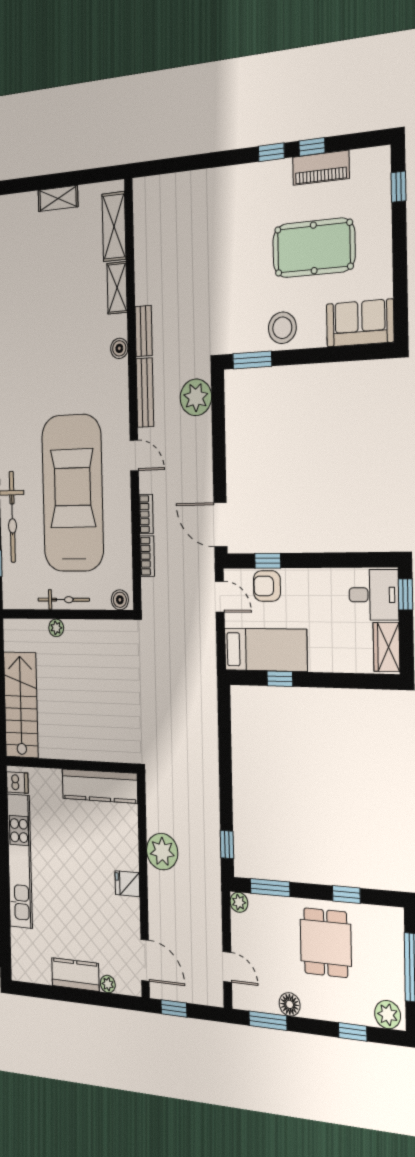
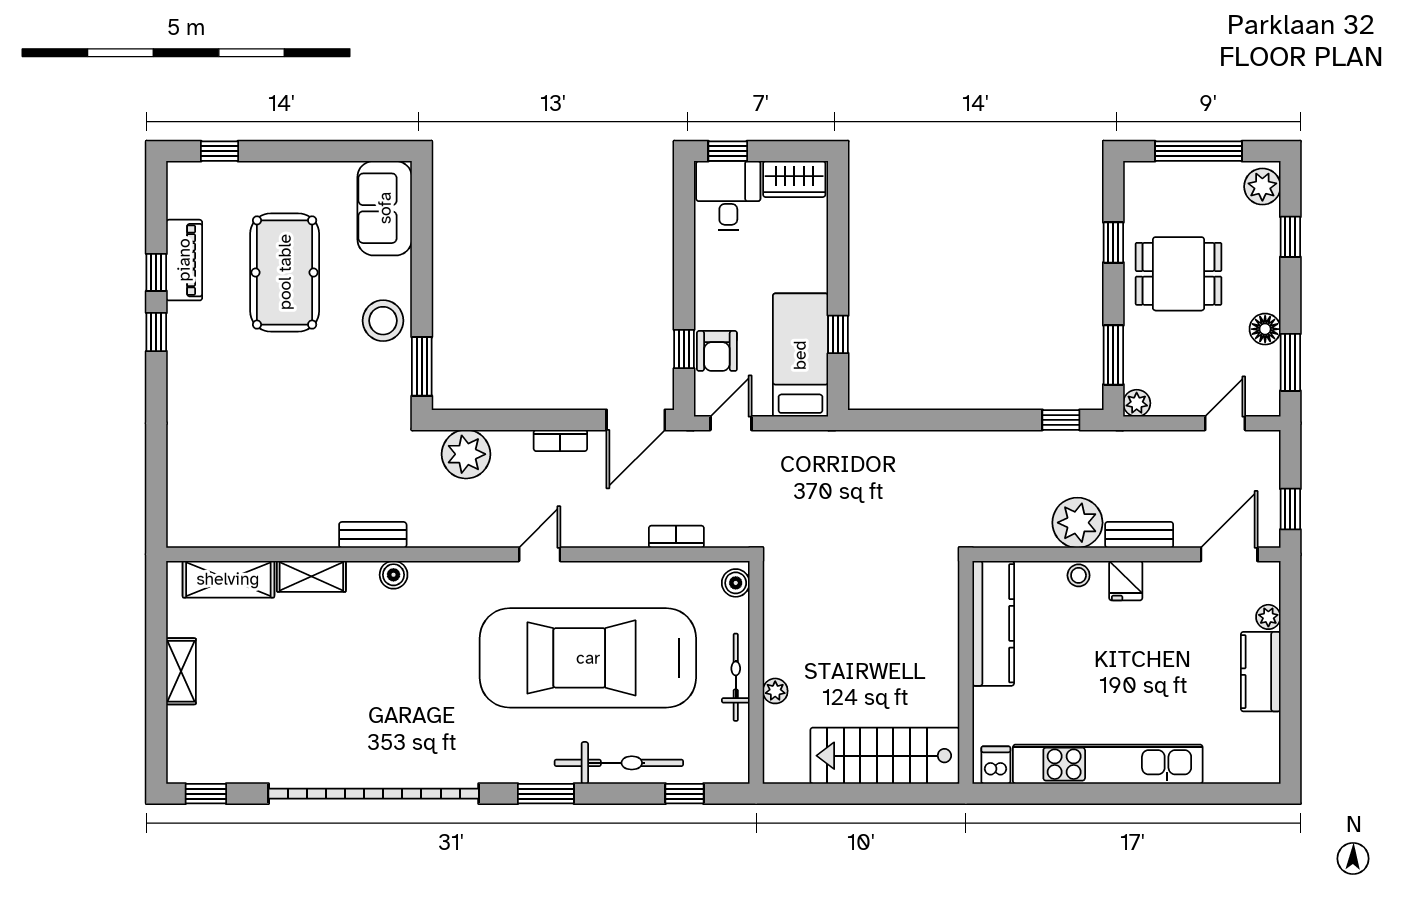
bench: (145, 393) -> (1139, 535), moved, width x0.73
bookcase: (146, 514) -> (560, 440), moved, turned 180
stool: (130, 850) -> (1079, 575), added

